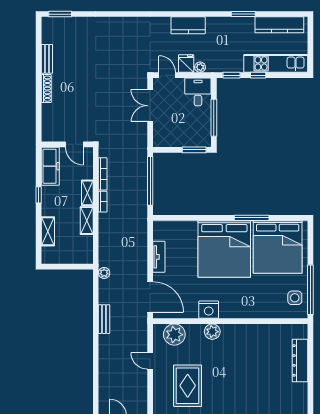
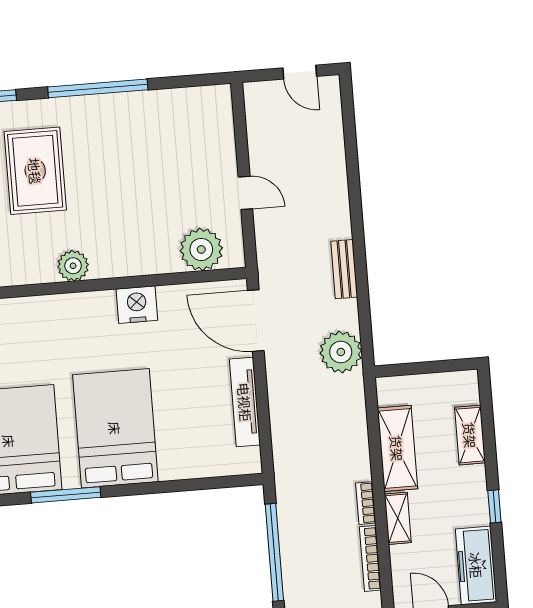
shelving: (87, 221) -> (397, 448), width x1.50, depth x1.33
bed: (224, 249) -> (115, 428), width x0.73
tv unit: (159, 257) -> (245, 402), width x1.41
plant: (104, 273) -> (341, 352), width x1.87, depth x1.87
plant: (212, 332) -> (73, 266), moved
rug: (188, 386) -> (35, 171), moved

